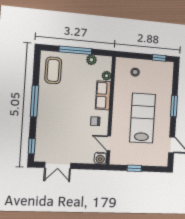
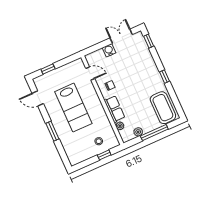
window: (159, 58) -> (104, 155), moved
coffee table: (53, 70) -> (163, 108), width x1.36, depth x1.32
window: (34, 101) -> (165, 77), width x0.46
water cooler: (100, 158) -> (109, 50), moved
window: (134, 168) -> (48, 69), moved

